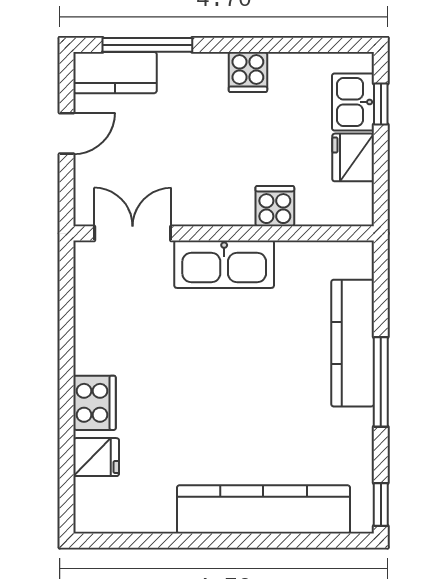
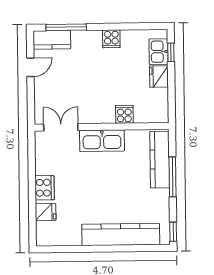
cooker: (275, 206) -> (124, 114), moved
double door: (133, 233) -> (61, 127), moved
wall: (224, 233) -> (102, 127), moved
kitchen sink: (224, 264) -> (102, 141), moved

